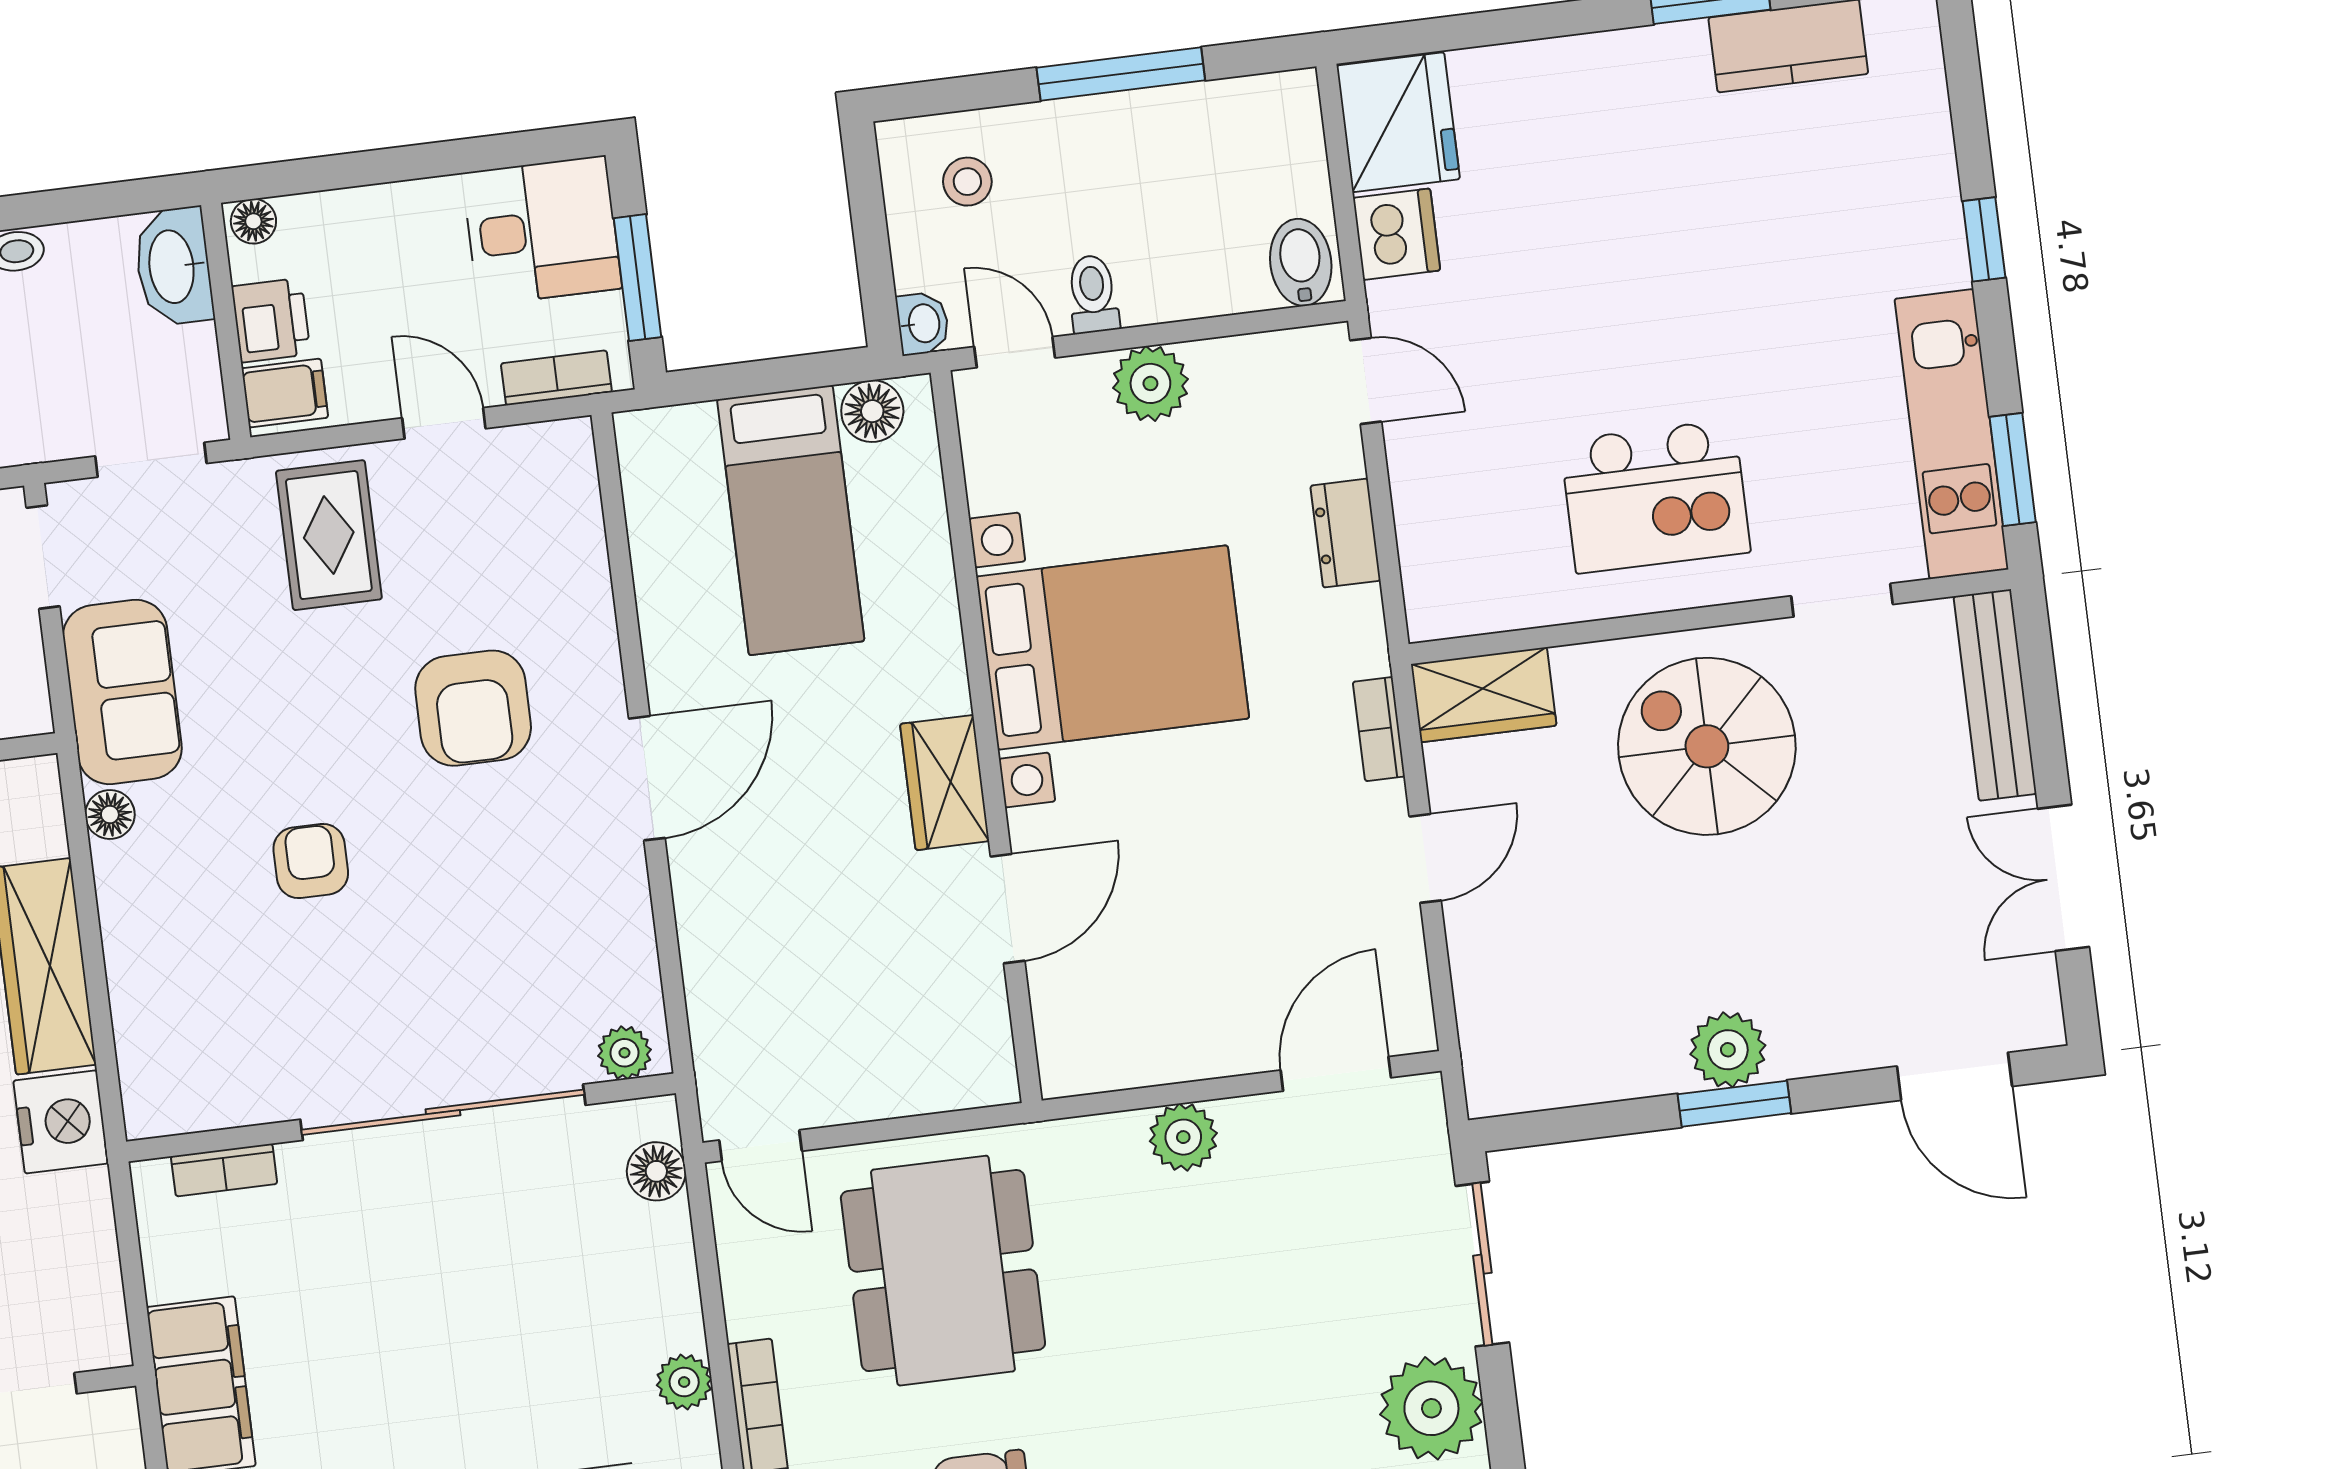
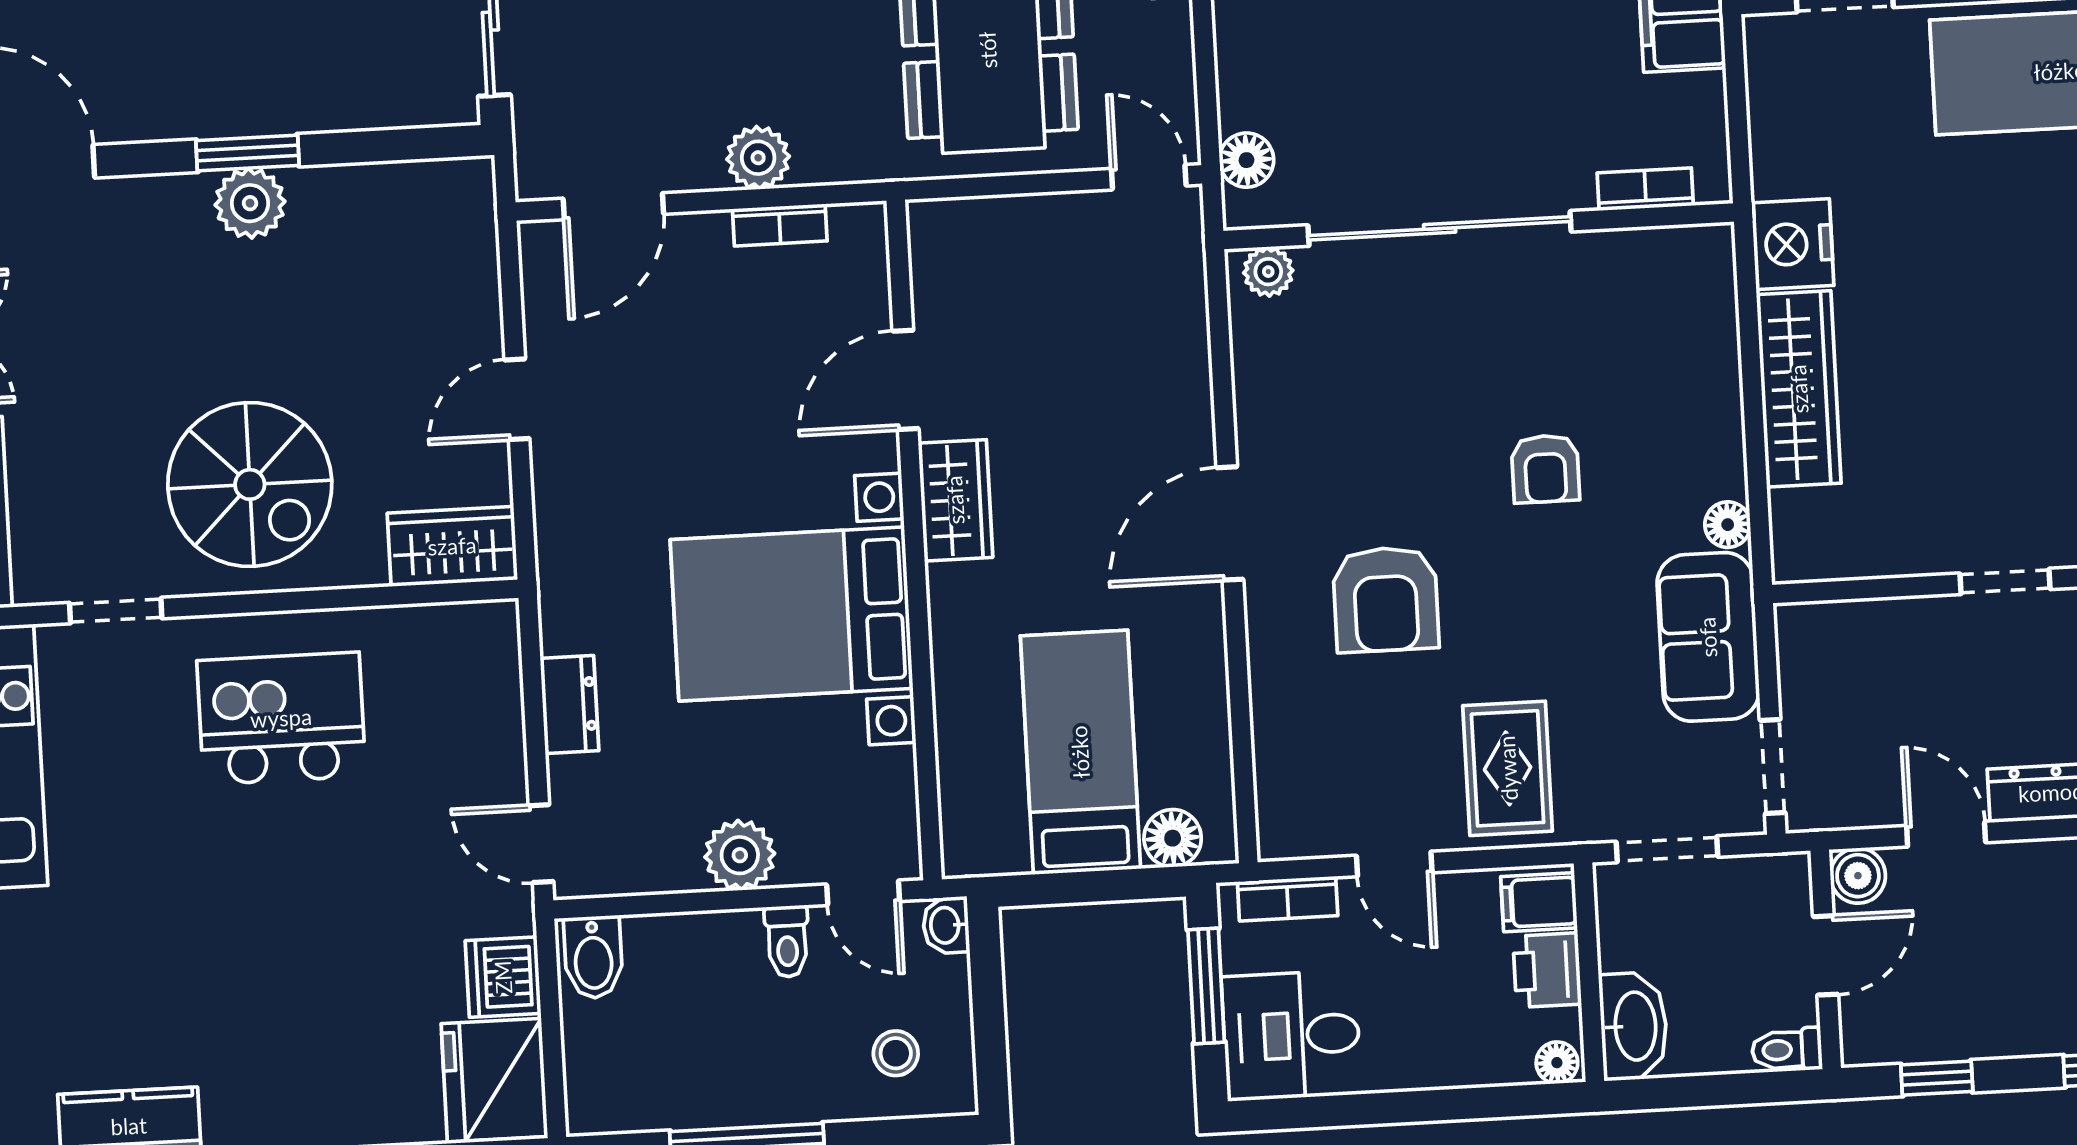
floor lamp: (872, 411) -> (1173, 838), moved
armchair: (473, 708) -> (1386, 599), turned 180
bookcase: (1379, 729) -> (780, 225), moved, turned 90

